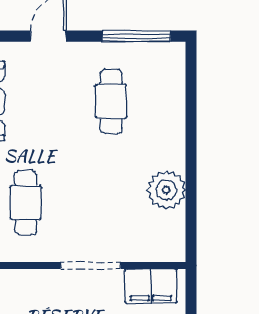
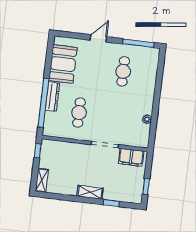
plant: (166, 190) -> (147, 119), width x0.53, depth x0.53

